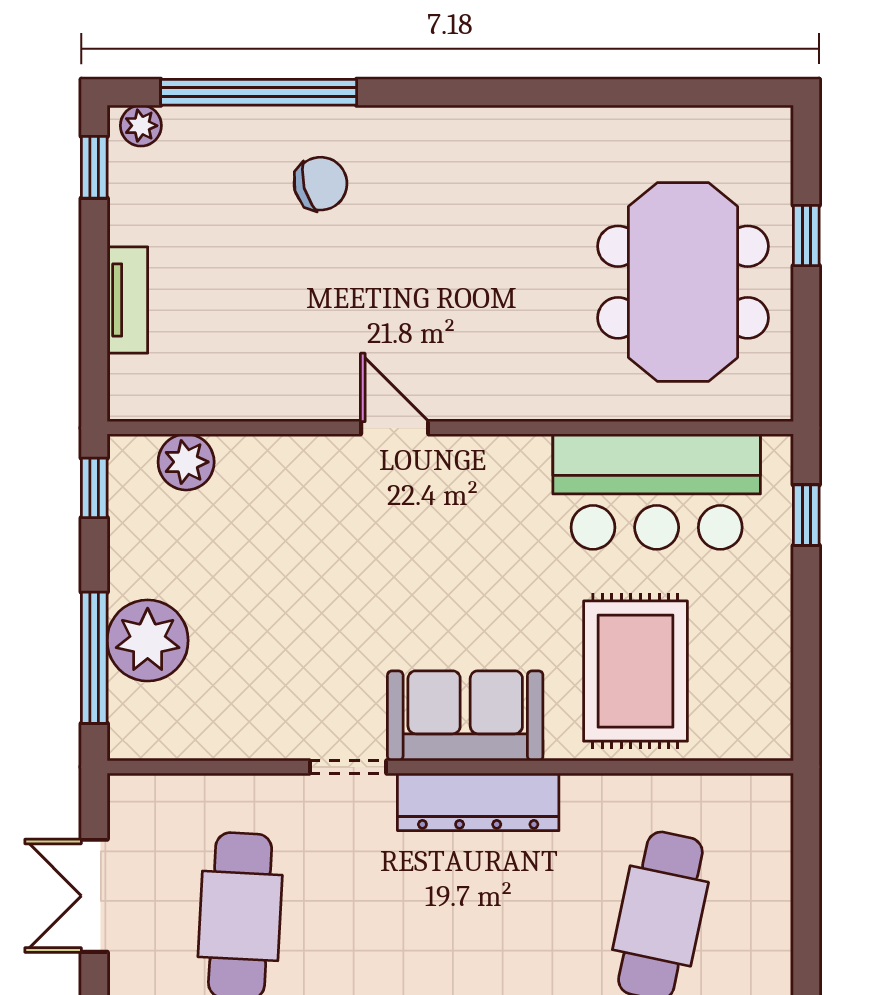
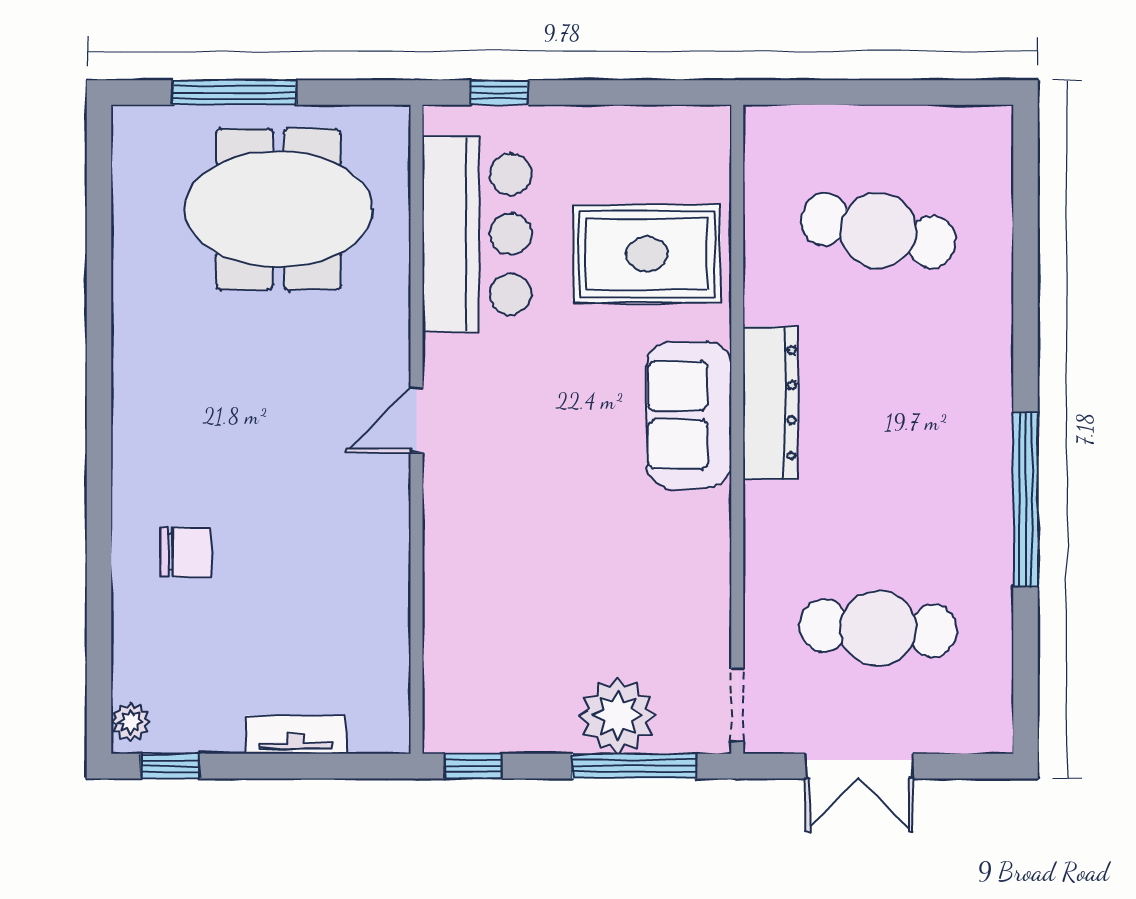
window: (259, 92) -> (99, 610), removed
chair: (321, 184) -> (185, 552), turned 105
window: (806, 236) -> (235, 92), width x2.17
door: (395, 428) -> (416, 420), moved
plant: (186, 462) -> (449, 679), removed
doorway: (348, 767) -> (737, 705), moved

